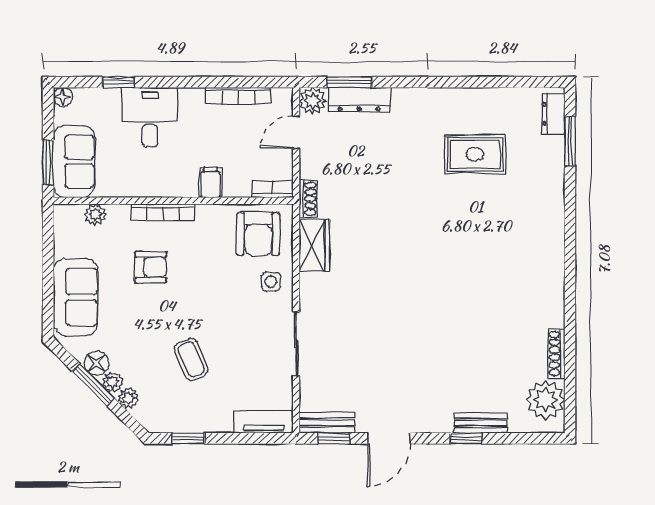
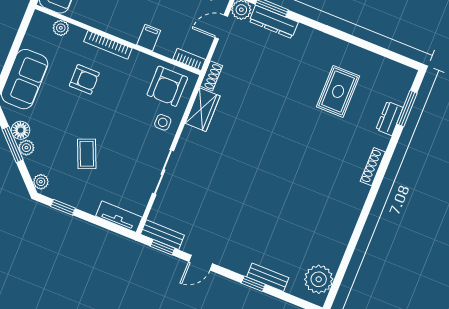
dresser: (553, 114) -> (390, 118), moved
rug: (475, 154) -> (338, 91), turned 90
shoe rack: (556, 354) -> (373, 167), moved
plant: (128, 398) -> (41, 182), moved
door: (389, 438) -> (201, 263), width x0.73

